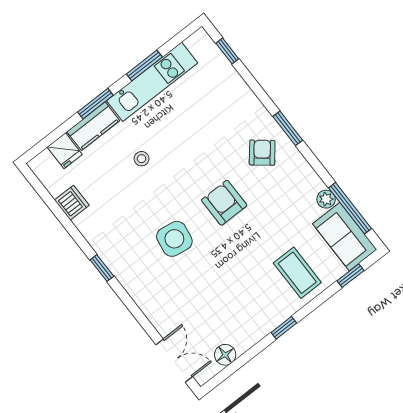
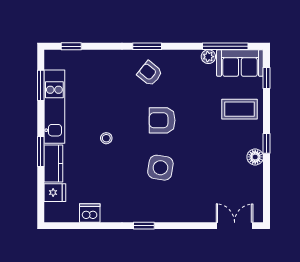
window: (144, 65) -> (41, 85), moved
stool: (142, 159) -> (106, 138), moved
floor lamp: (225, 355) -> (255, 157), moved

